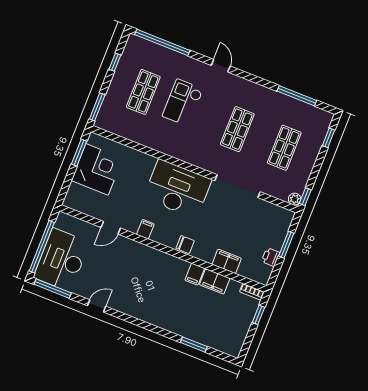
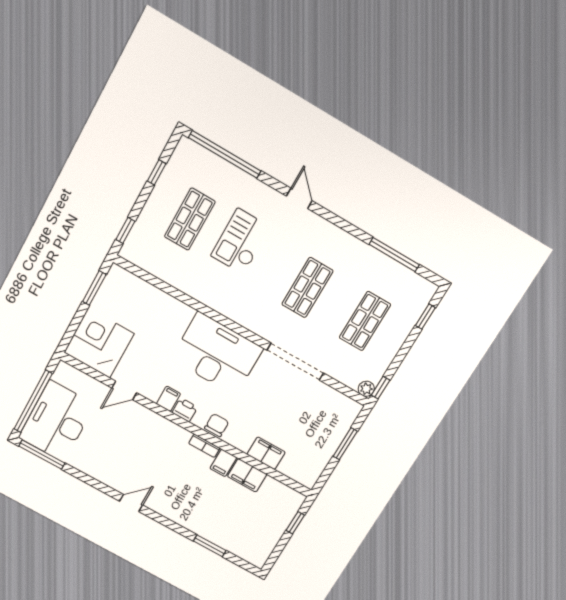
window: (97, 107) -> (125, 230), width x0.67
corner desk: (97, 169) -> (99, 343), moved, turned -90
chair: (185, 245) -> (217, 425), turned -90
printer: (271, 257) -> (185, 410), moved, turned 90
bookcase: (252, 292) -> (204, 446), moved
door: (97, 306) -> (131, 503), moved

